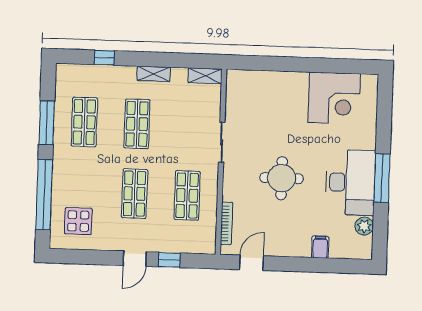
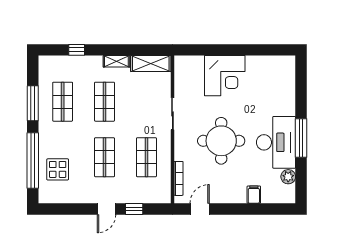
shelving: (205, 76) -> (151, 63), width x1.50, depth x1.33
corner desk: (334, 98) -> (225, 76), moved
round table: (282, 178) -> (221, 141), width x1.36, depth x1.36
display table: (78, 221) -> (58, 169), moved

